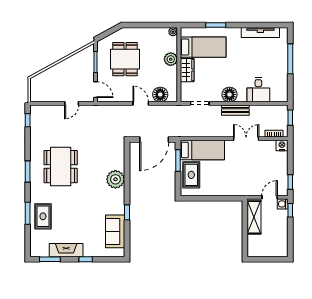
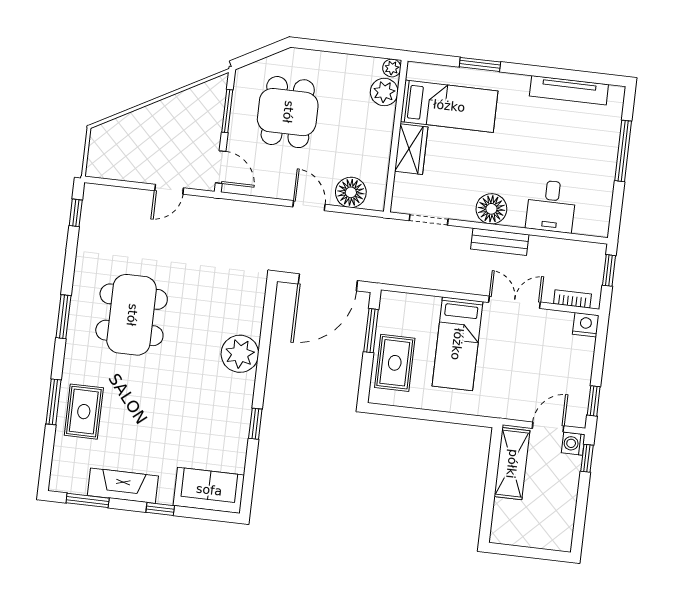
plant: (171, 59) -> (384, 92), moved
bed: (202, 150) -> (457, 344), moved, turned 90
sofa: (115, 231) -> (209, 490), moved, turned 90

